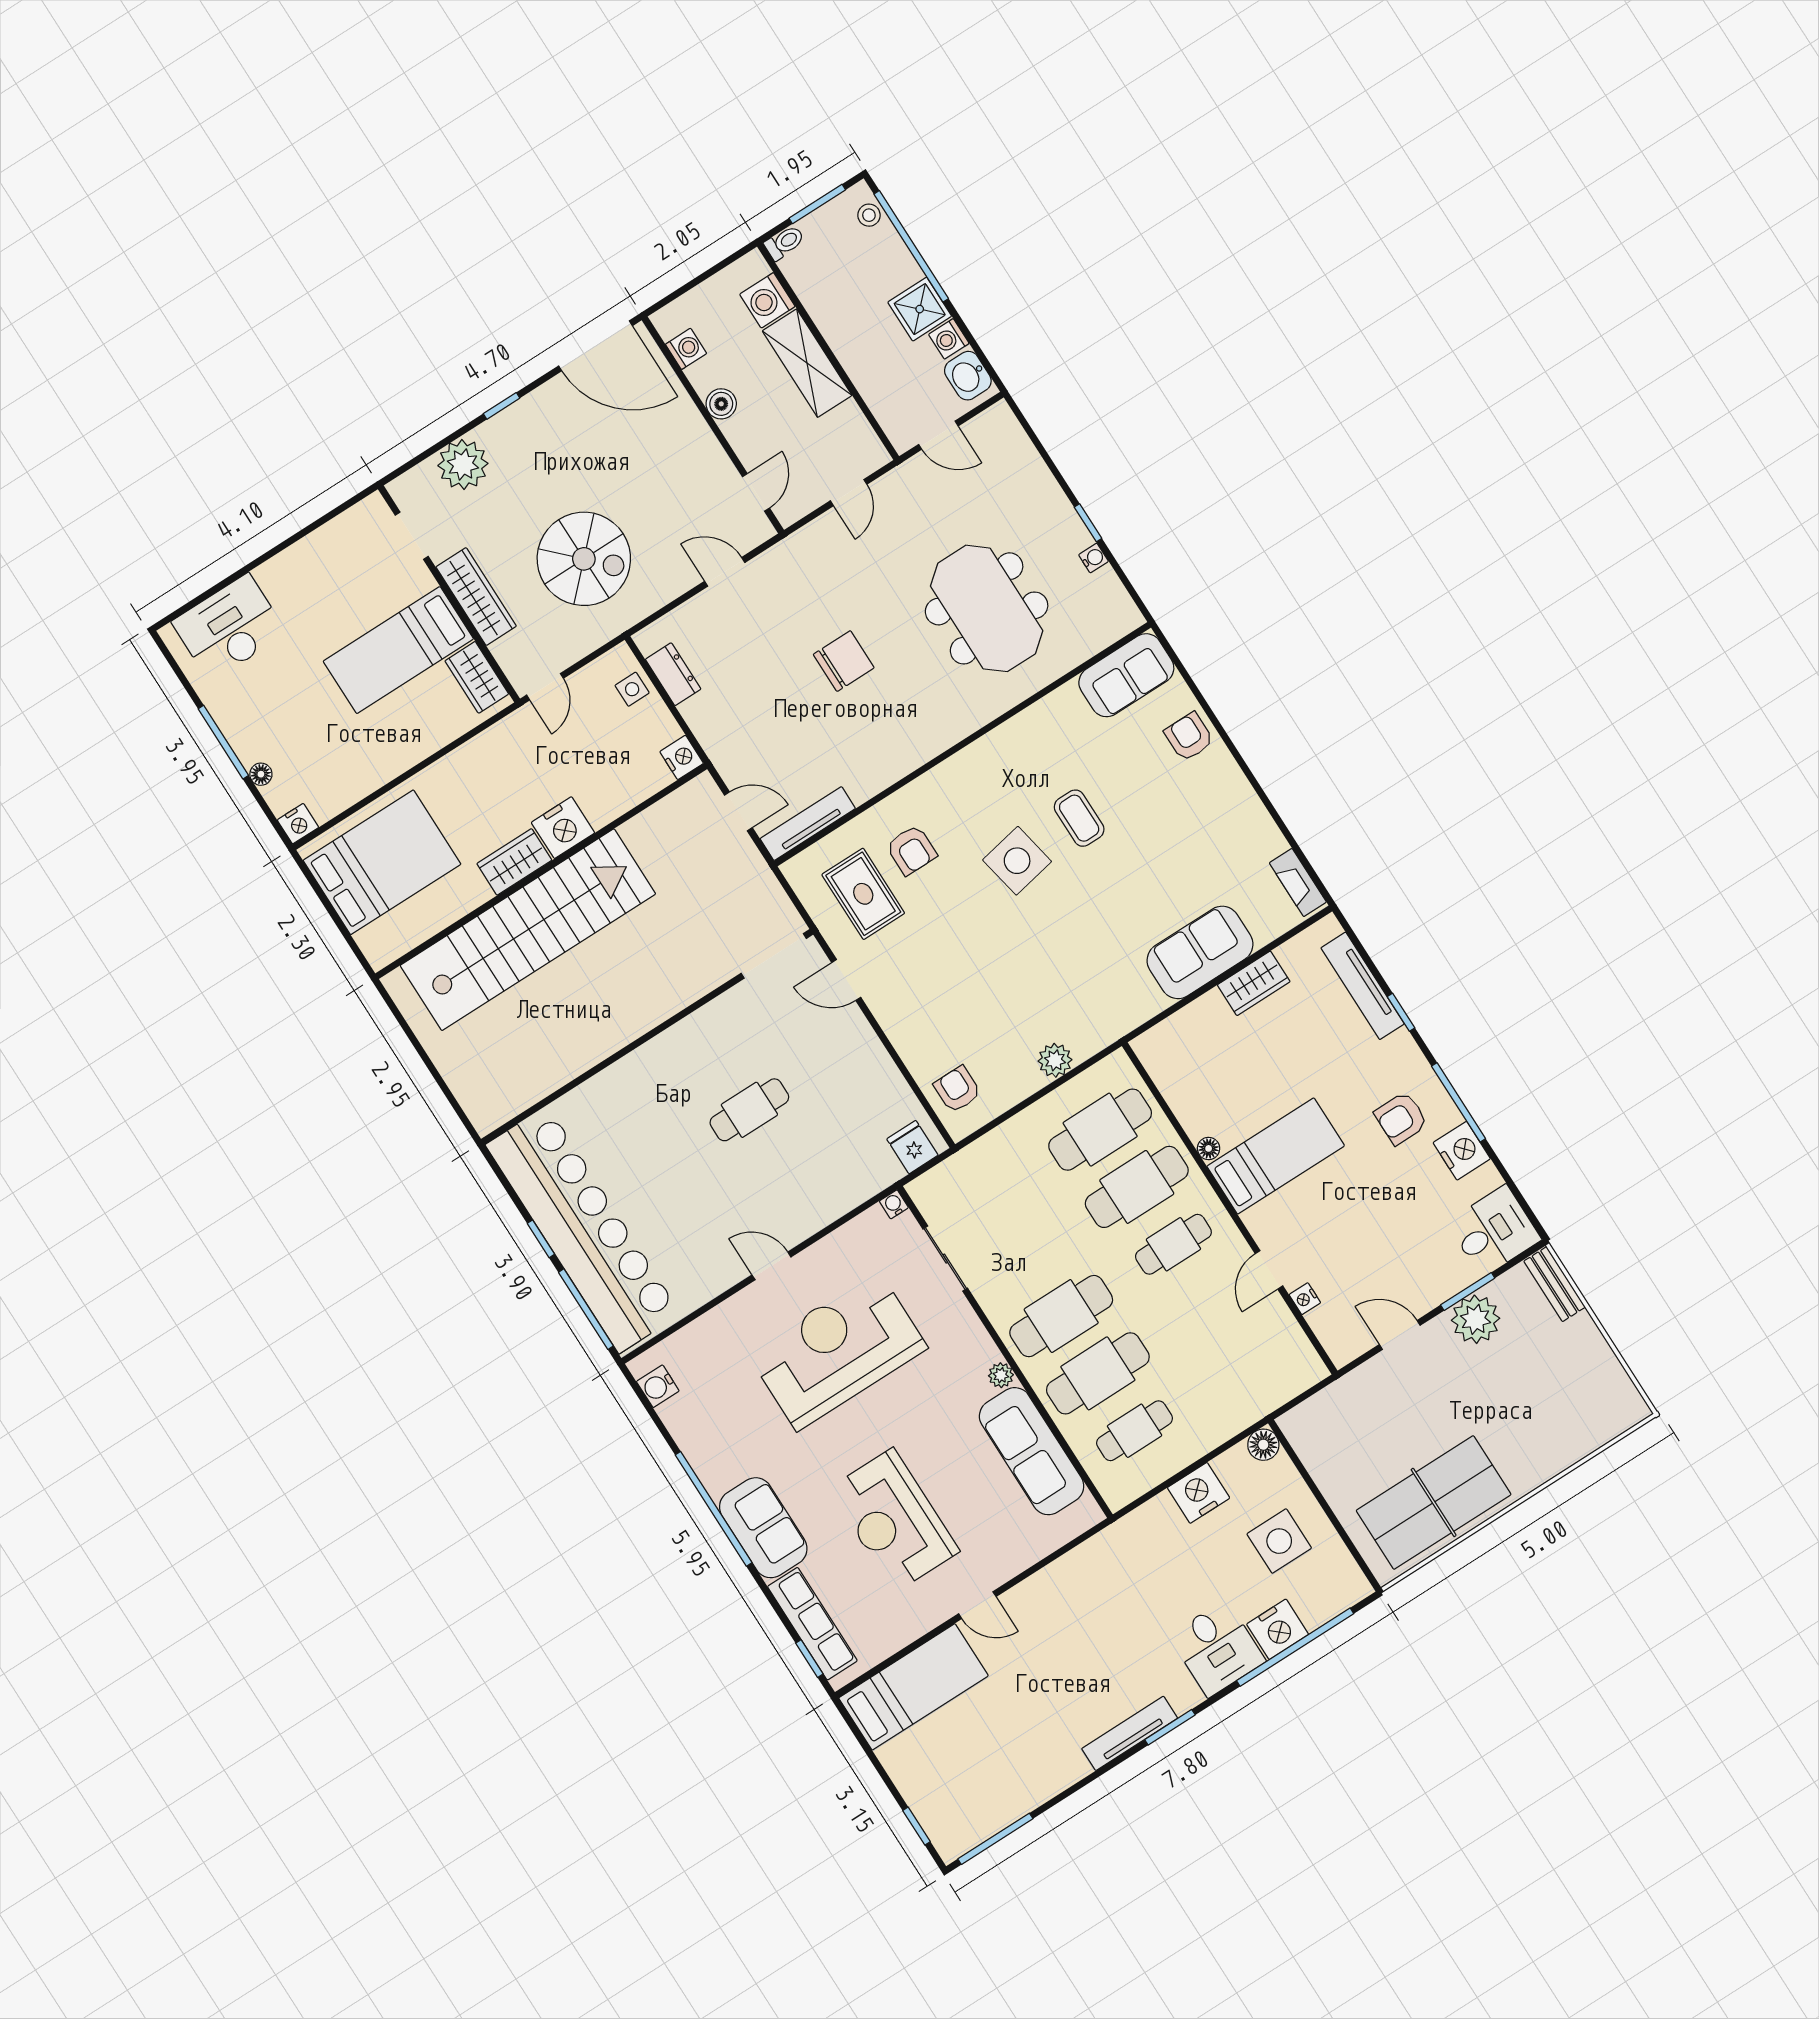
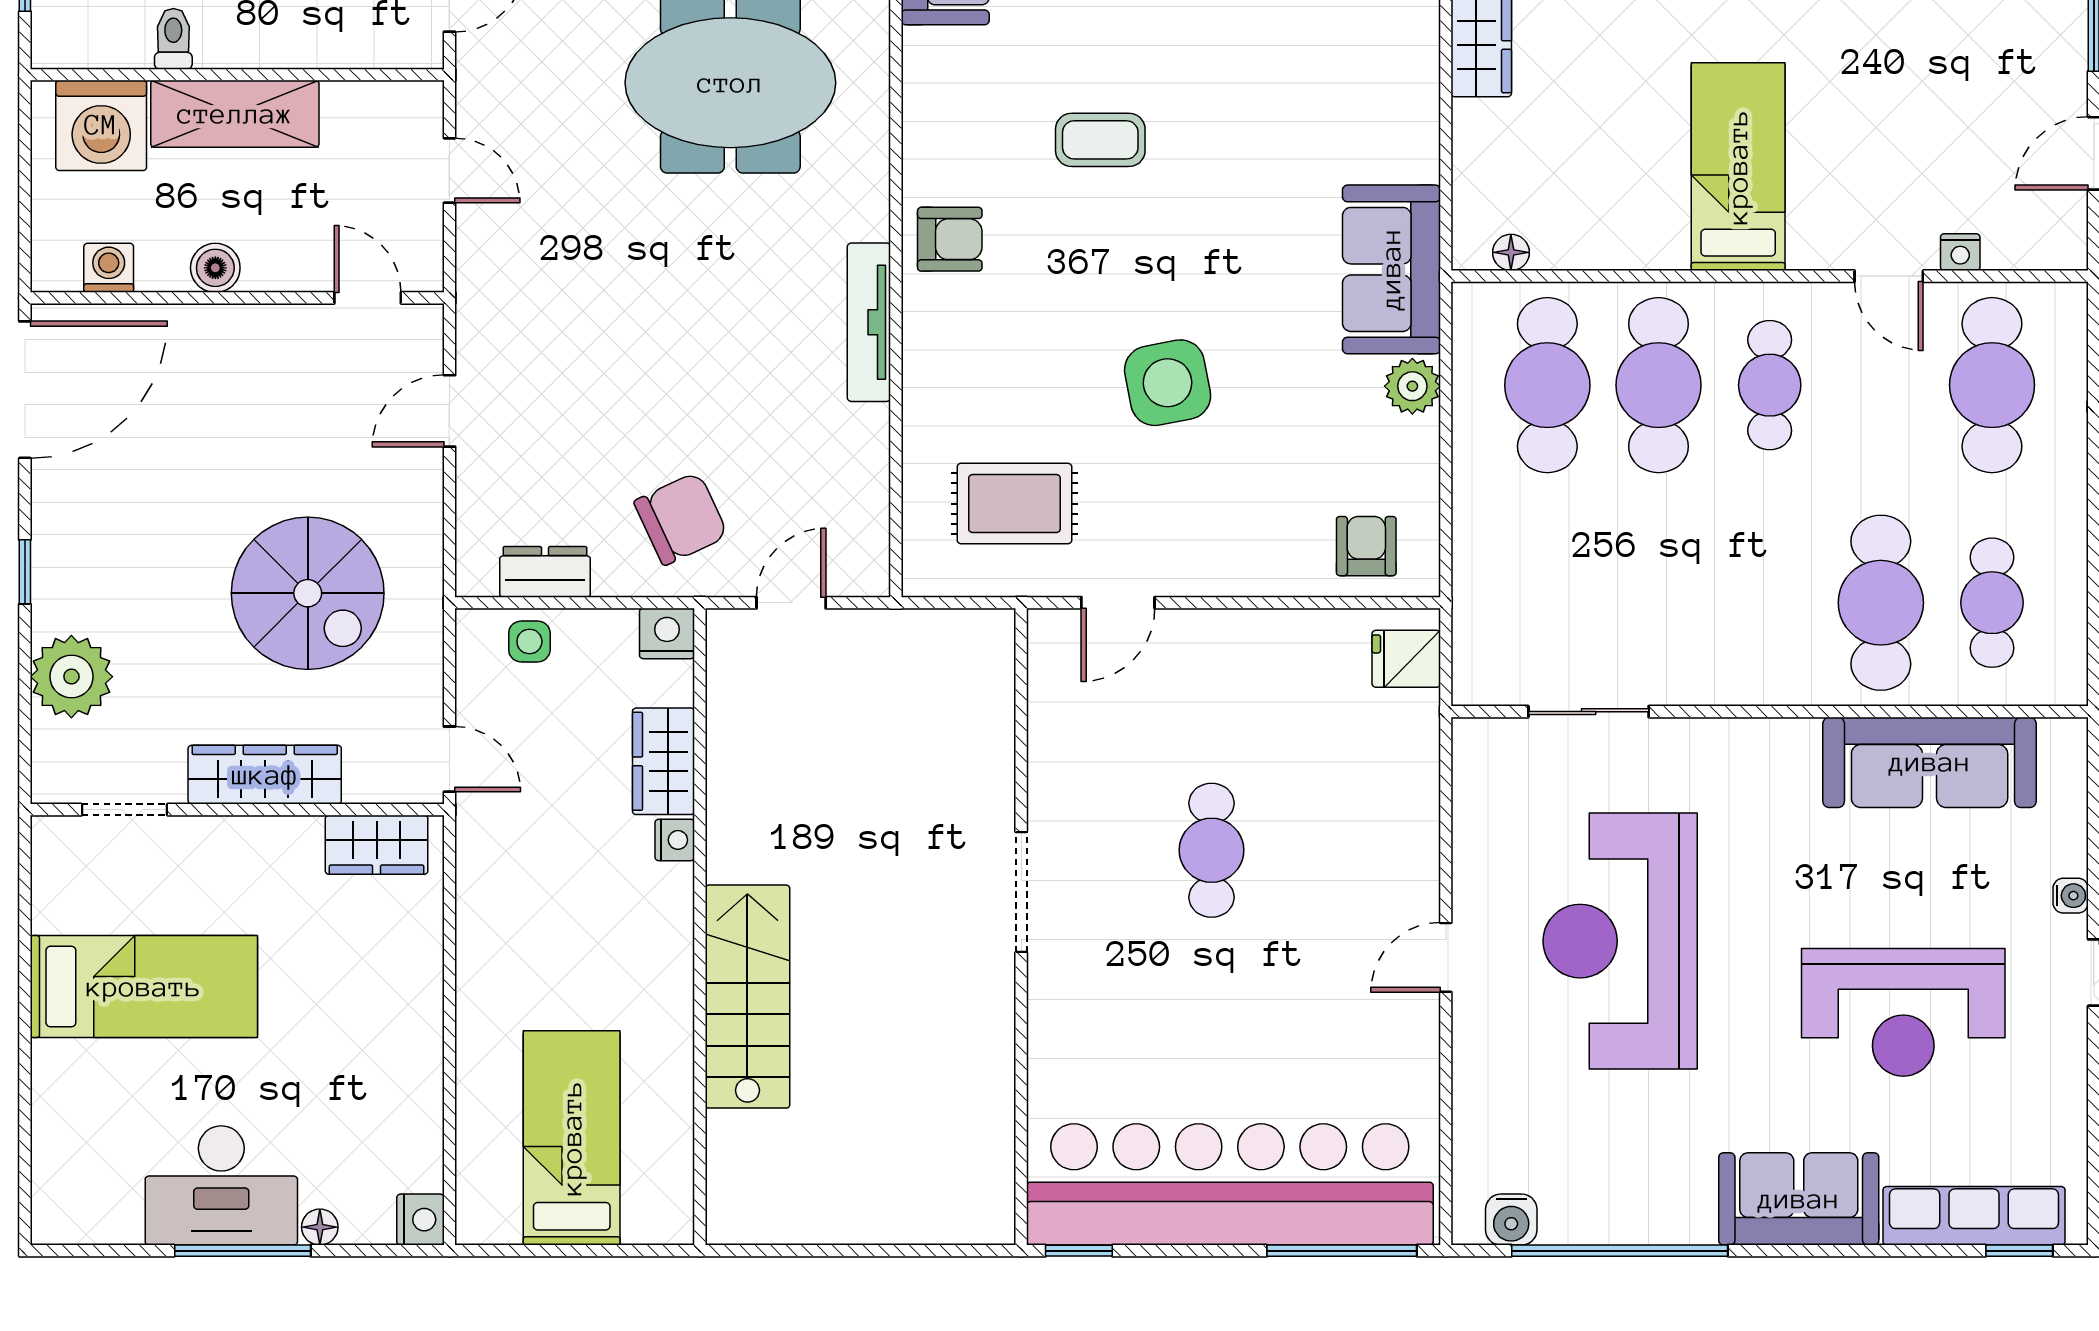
toilet: (784, 243) -> (173, 39), moved
washing machine: (767, 300) -> (101, 125), width x1.37, depth x1.37
spiral stairs: (584, 559) -> (308, 593), turned 90
desk: (229, 627) -> (221, 1185), moved, turned -90
bed: (398, 650) -> (144, 987), moved, turned -90
chair: (844, 661) -> (681, 519), moved, turned 65
tv unit: (808, 824) -> (869, 322), moved
nightstand: (563, 828) -> (675, 840), width x0.53, depth x0.56
armchair: (911, 850) -> (950, 239), moved
side table: (1017, 861) -> (1168, 383), moved
bed: (382, 862) -> (572, 1138), width x0.67
wardrobe: (514, 862) -> (663, 761), moved
stairs: (528, 930) -> (747, 997), width x0.54, depth x0.66
sofa: (1200, 952) -> (1391, 269), moved
doorway: (774, 956) -> (1021, 892), moved
armchair: (957, 1089) -> (1366, 546), turned 90
floor lamp: (1209, 1148) -> (1511, 252), moved
water cooler: (894, 1204) -> (2071, 896), moved, turned 180
window: (541, 1239) -> (1079, 1251), moved
cafe table: (1061, 1316) -> (1992, 385), moved
plant: (1001, 1375) -> (1798, 738), removed
window: (714, 1509) -> (1620, 1251), moved

